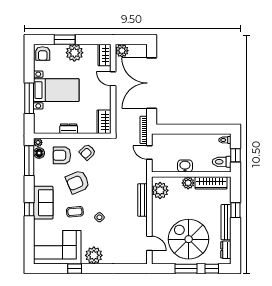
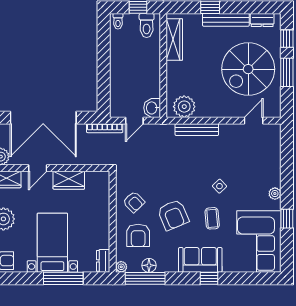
wardrobe: (104, 122) -> (69, 180), moved
dresser: (69, 129) -> (103, 261), moved
floor lamp: (39, 153) -> (149, 265), moved
washbasin: (185, 166) -> (152, 108), moved
plant: (188, 183) -> (174, 70), removed
plant: (94, 255) -> (275, 194), width x0.53, depth x0.53

